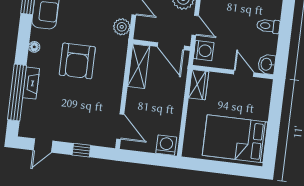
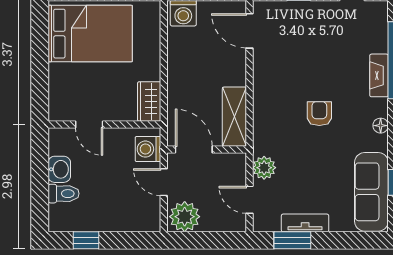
armchair: (77, 61) -> (319, 114), width x0.53, depth x0.53
washbasin: (267, 64) -> (59, 169), moved

